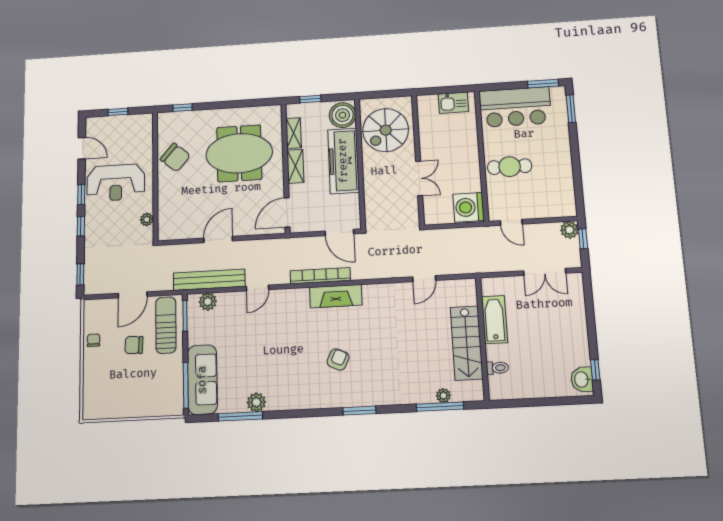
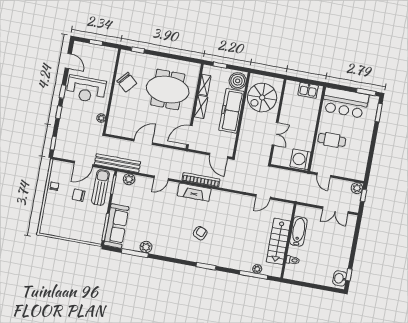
bench: (209, 280) -> (117, 163), moved
fireplace: (336, 296) -> (194, 192), moved

